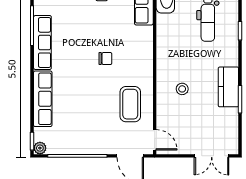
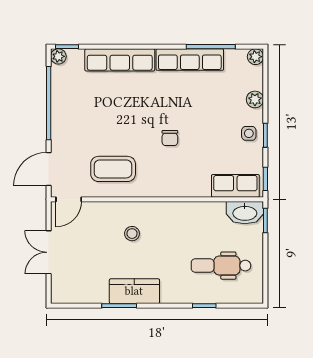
double door: (212, 156) -> (49, 252), moved

